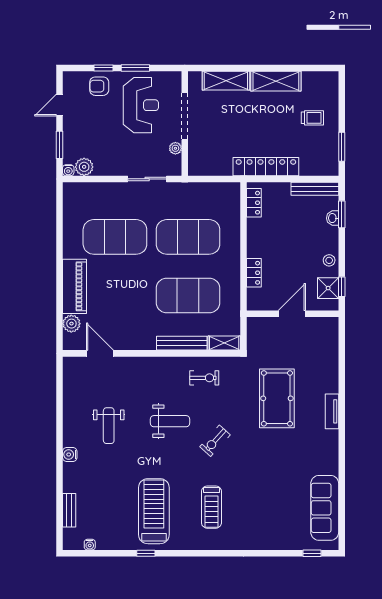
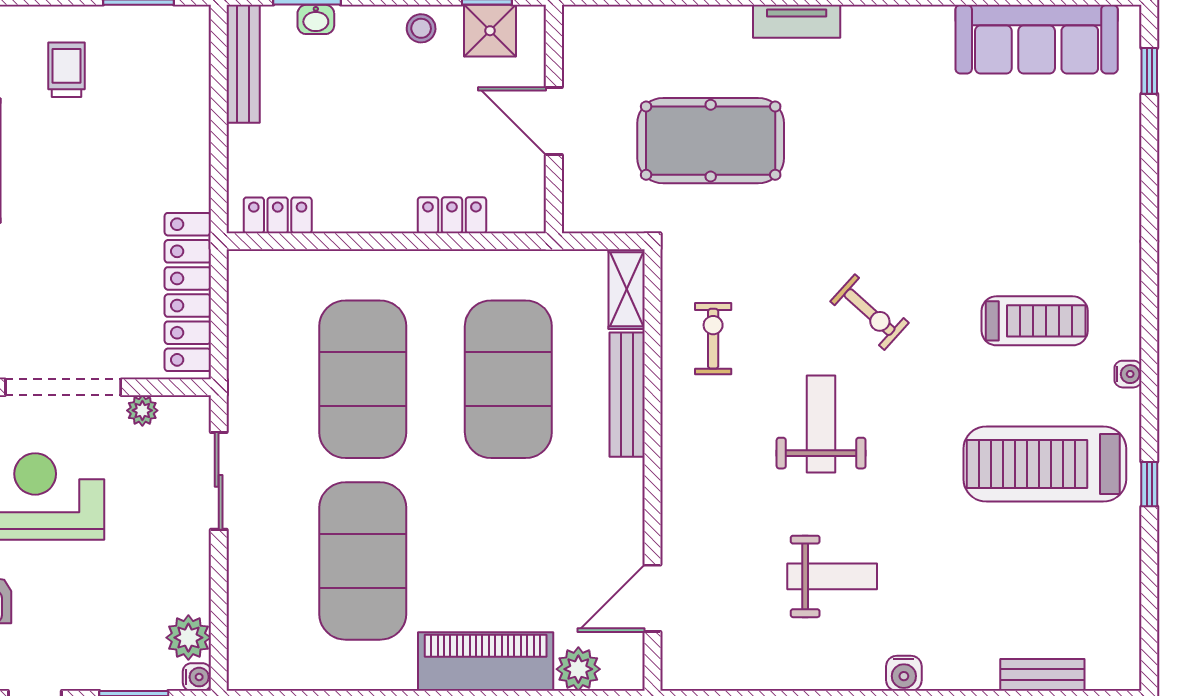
locker: (266, 167) -> (188, 292), moved
pool table: (277, 398) -> (711, 141), moved
water cooler: (90, 545) -> (1128, 374), moved

